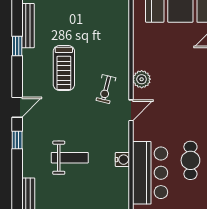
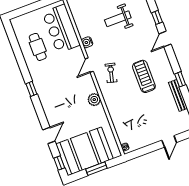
plant: (142, 79) -> (94, 100), moved
water cooler: (122, 160) -> (87, 42), moved

